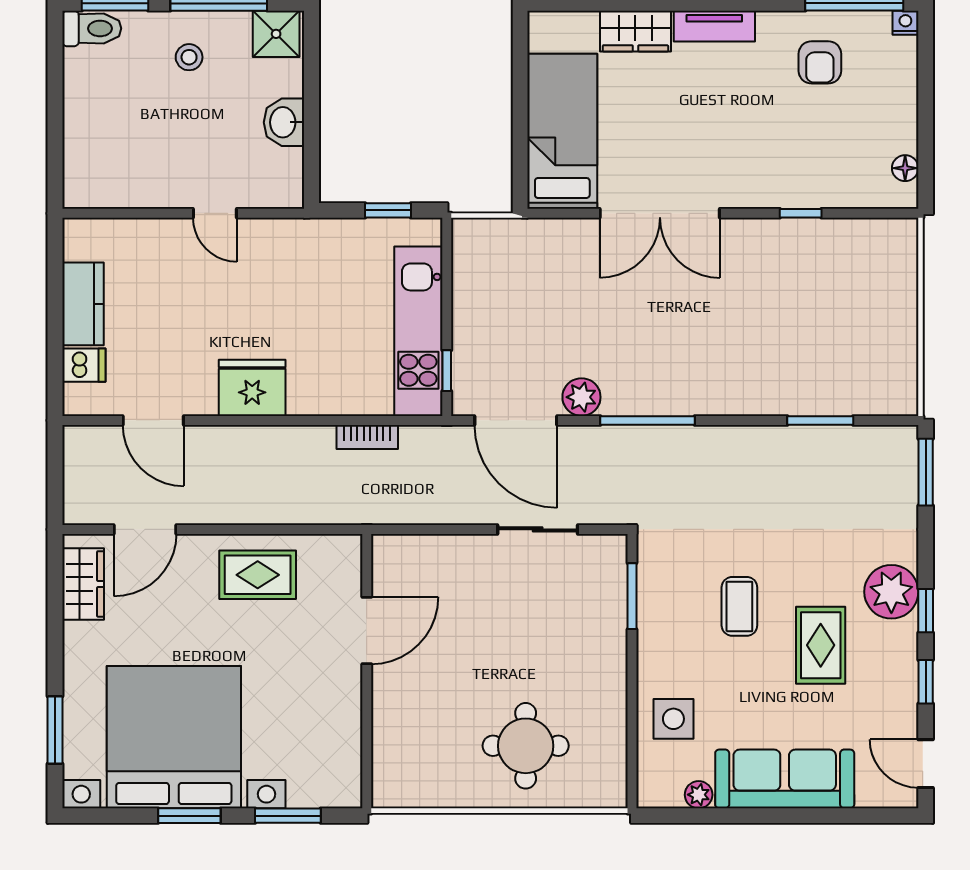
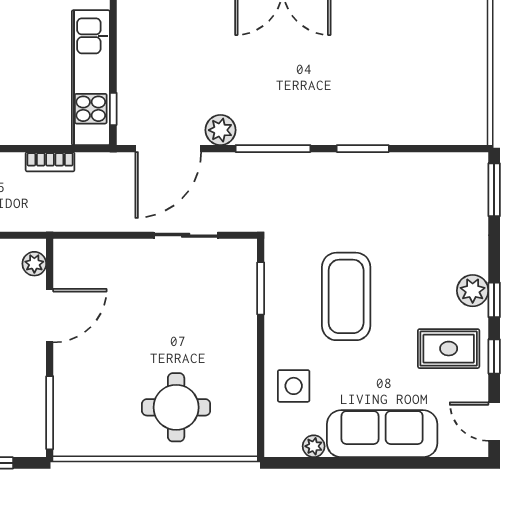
door: (516, 420) -> (168, 149), hinge flipped
window: (820, 420) -> (363, 149), moved
plant: (347, 565) -> (34, 264), added
plant: (891, 592) -> (473, 291), width x0.73, depth x0.73
coffee table: (739, 606) -> (346, 296), width x1.86, depth x1.72
rug: (821, 645) -> (449, 349), moved, turned 90
window: (367, 752) -> (50, 413), added

